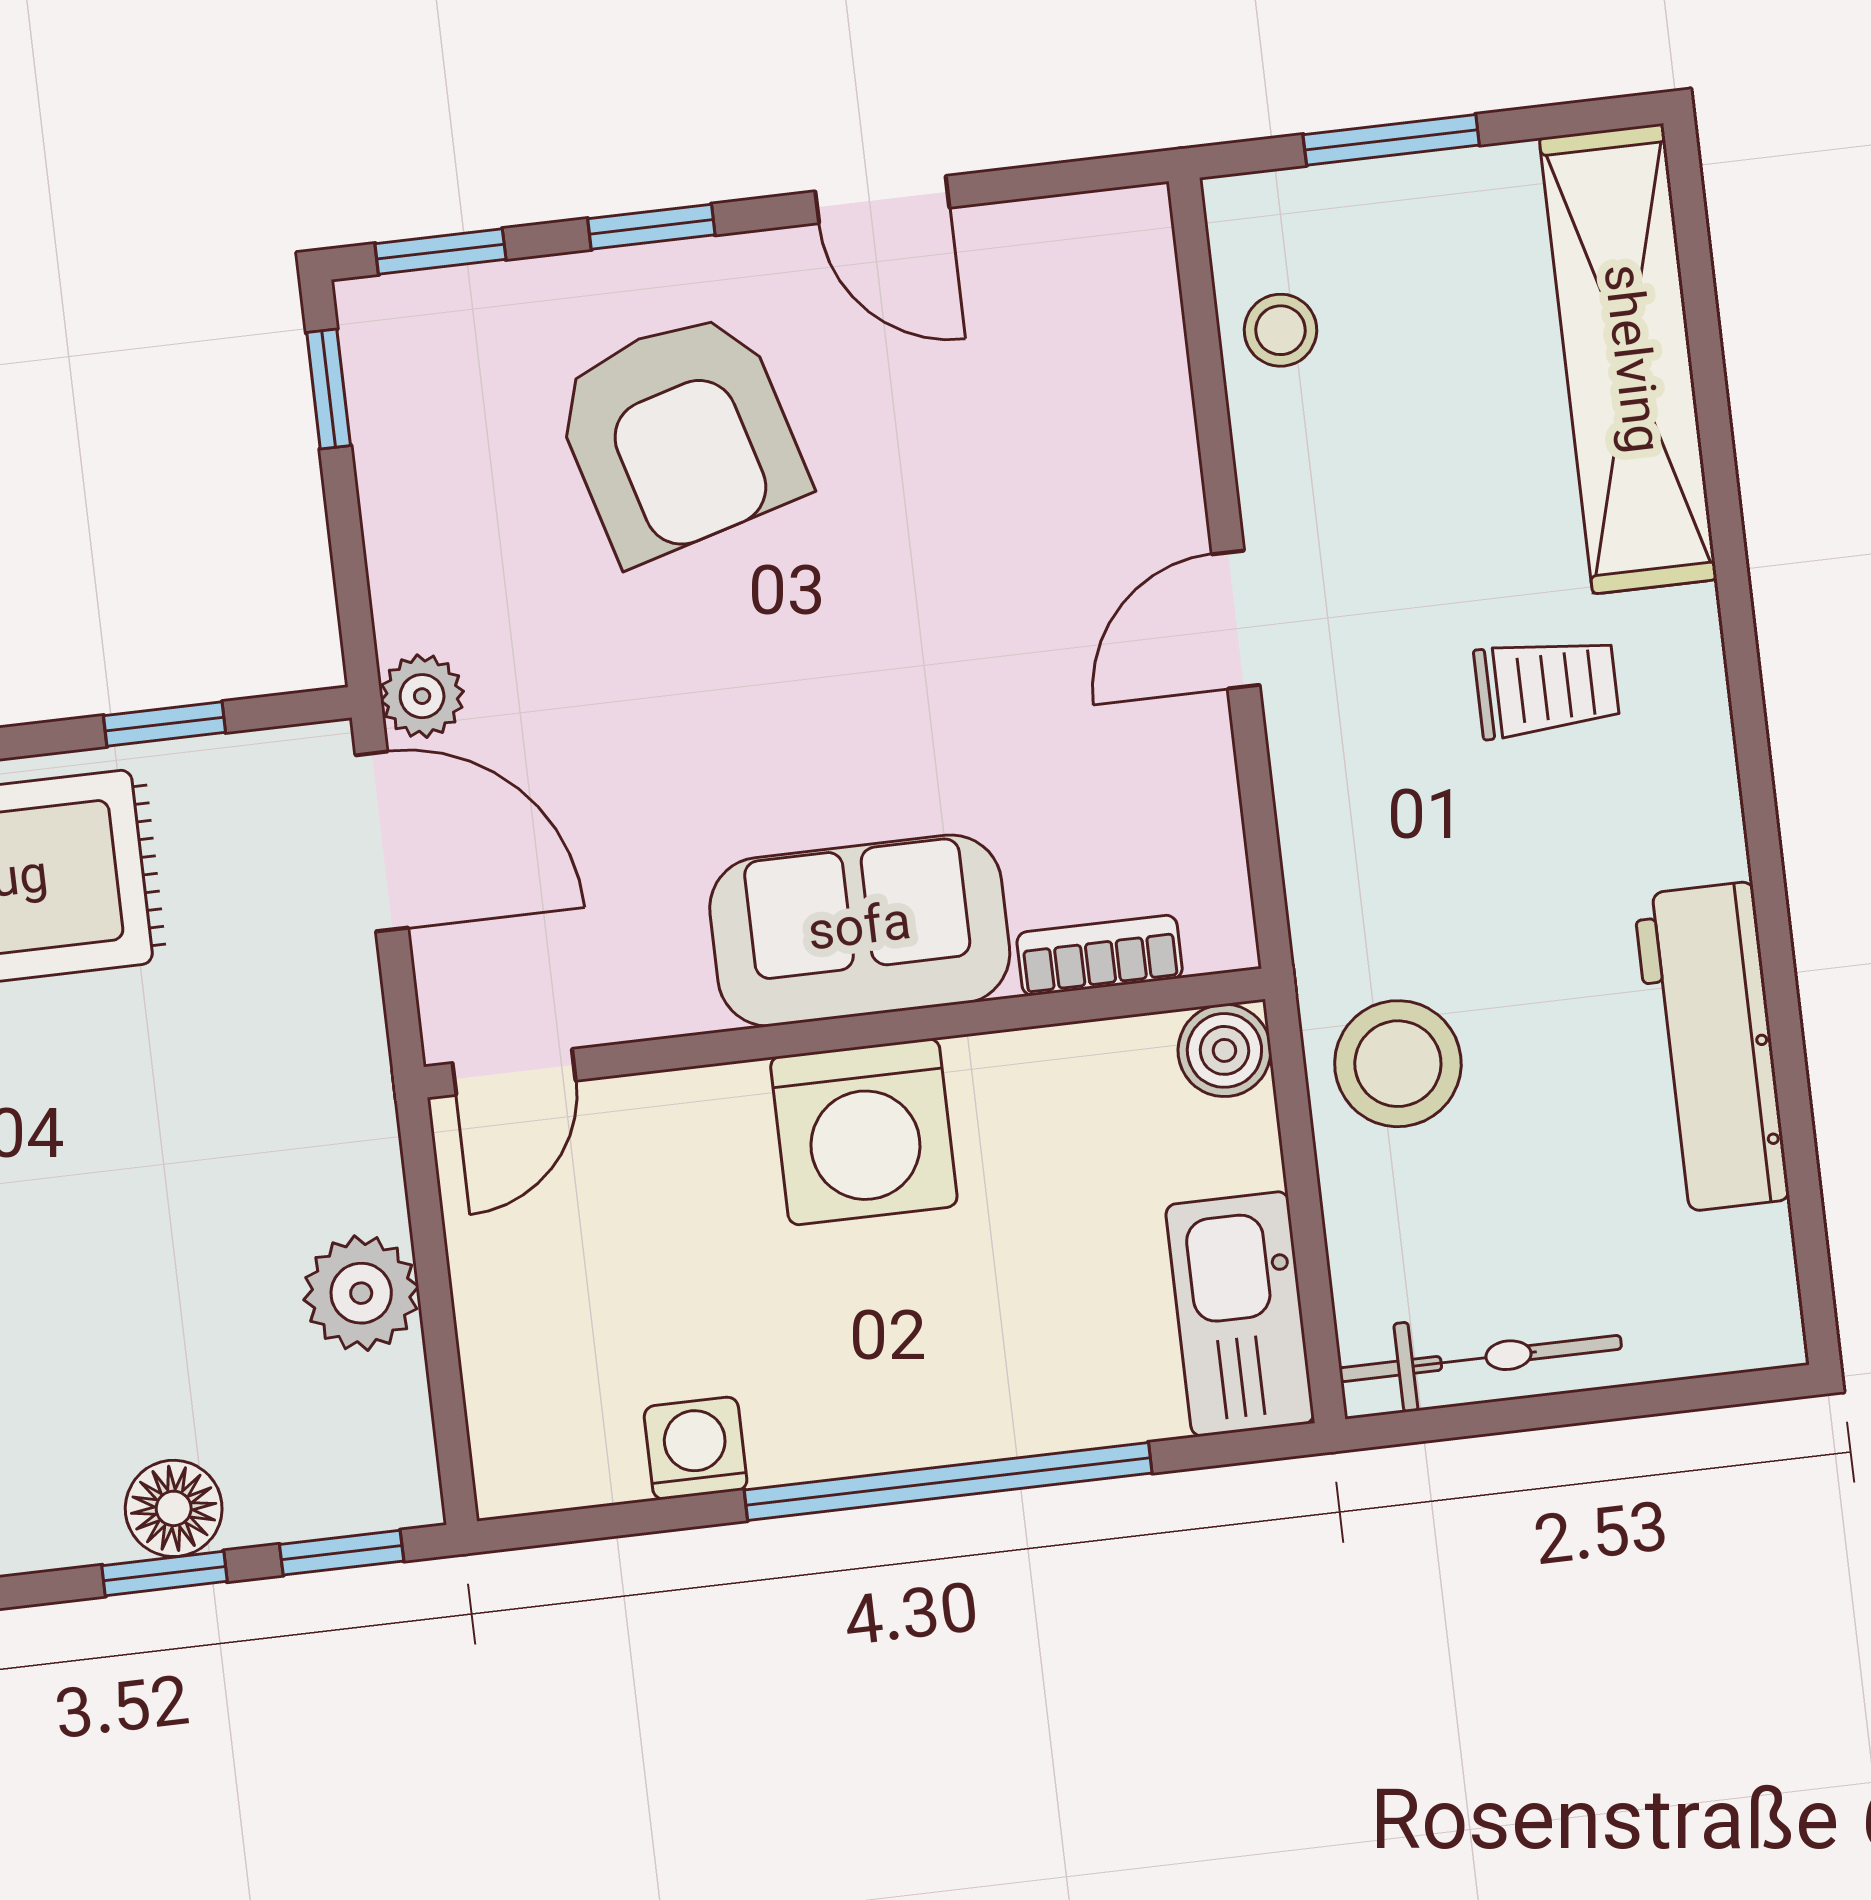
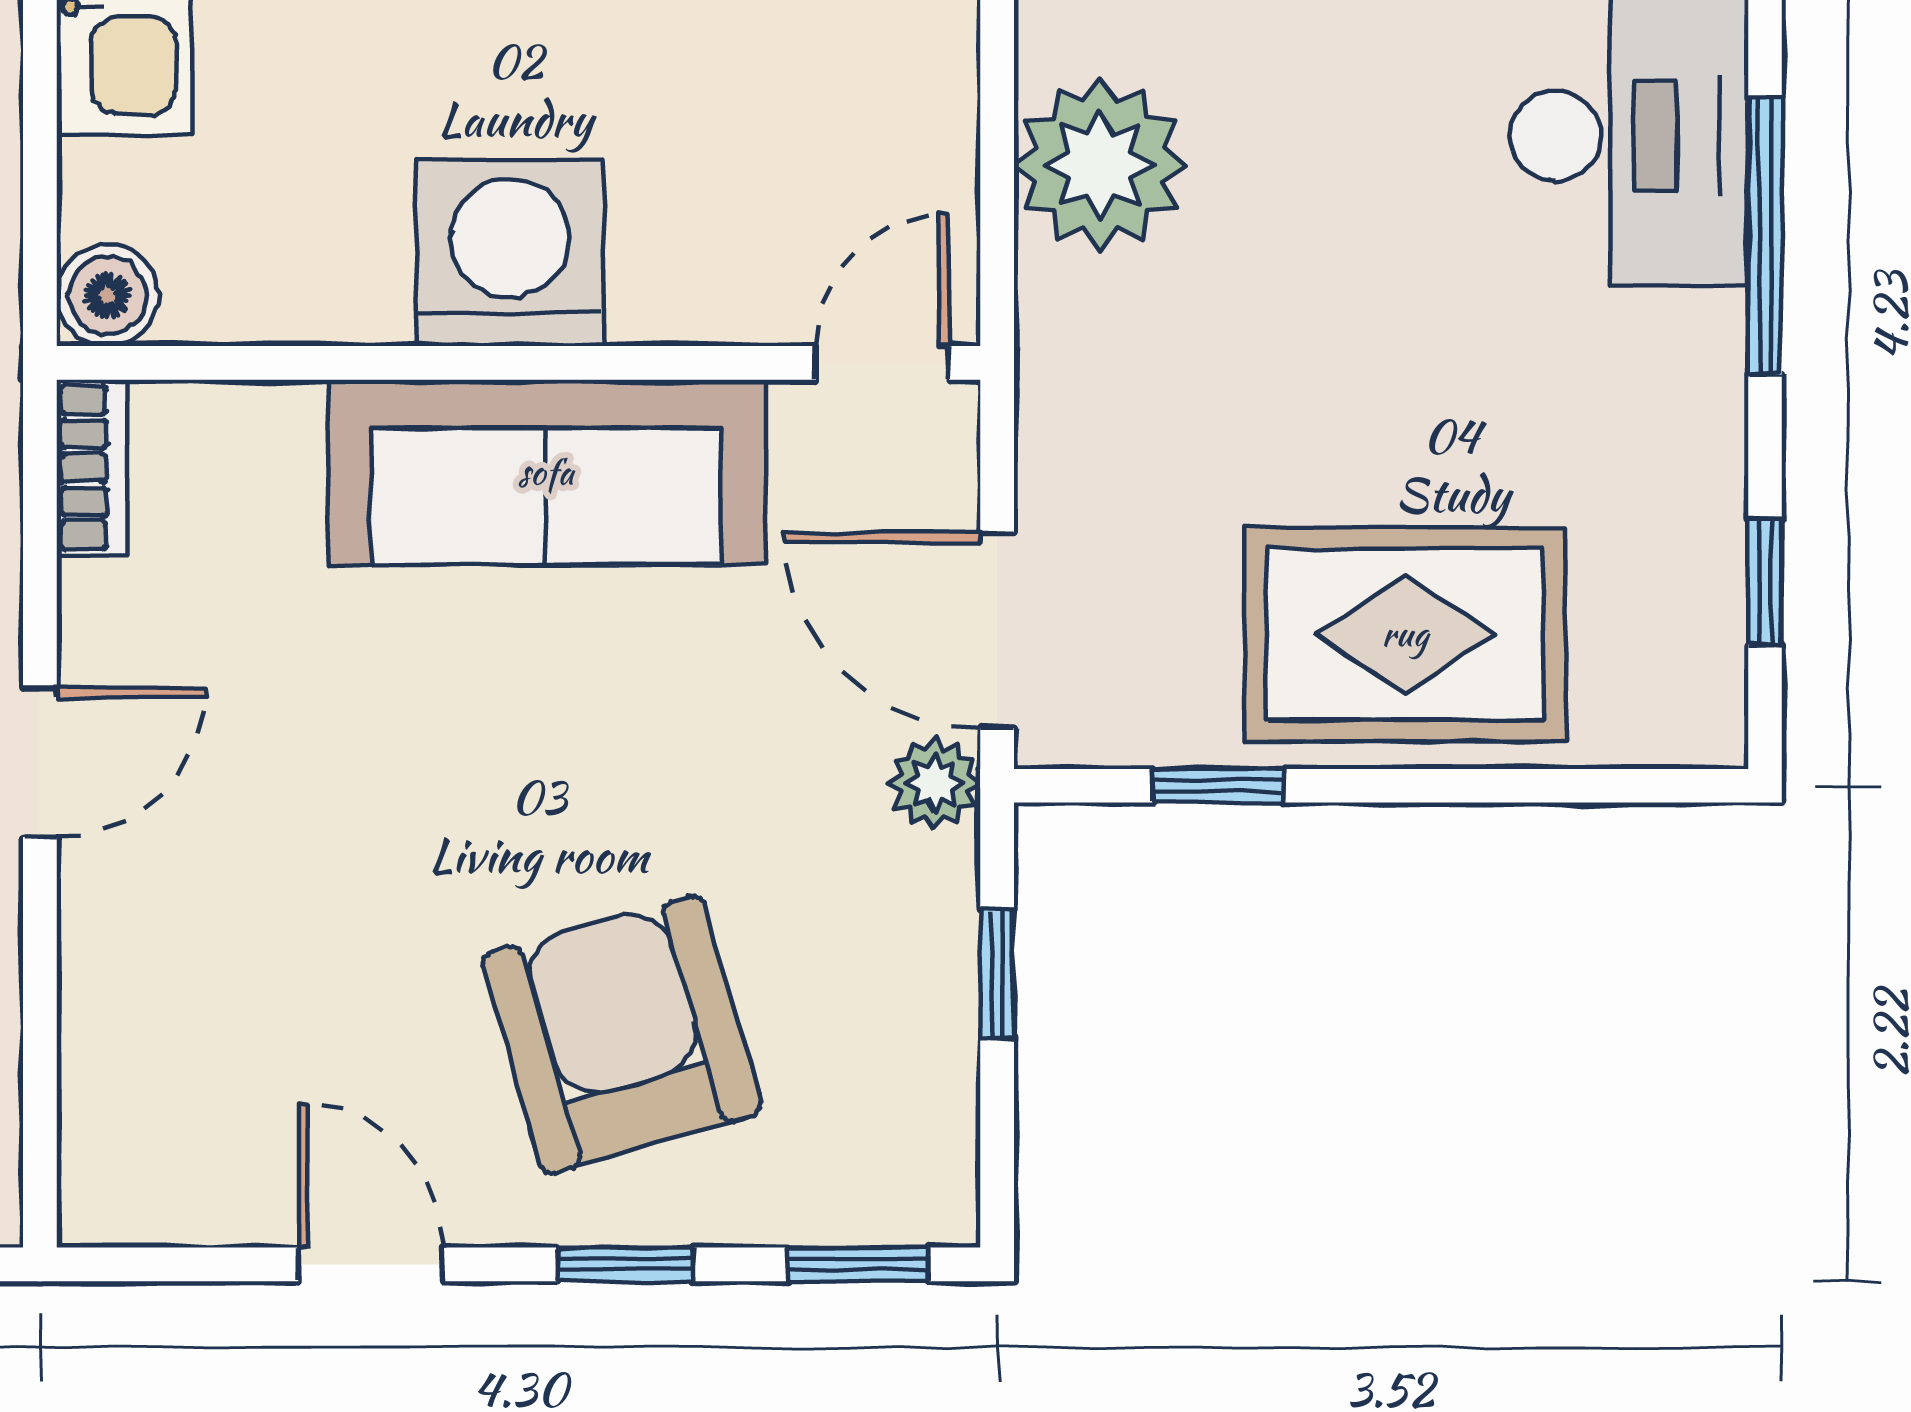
window: (329, 389) -> (997, 974), moved
sofa: (860, 931) -> (546, 472), width x1.36
bookcase: (1100, 955) -> (92, 468), moved, turned -90
plant: (361, 1293) -> (1100, 165), width x1.36, depth x1.36

